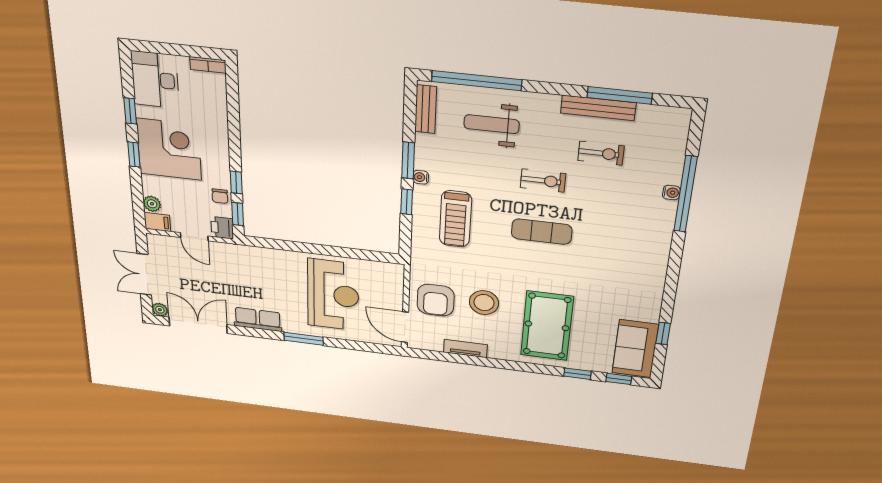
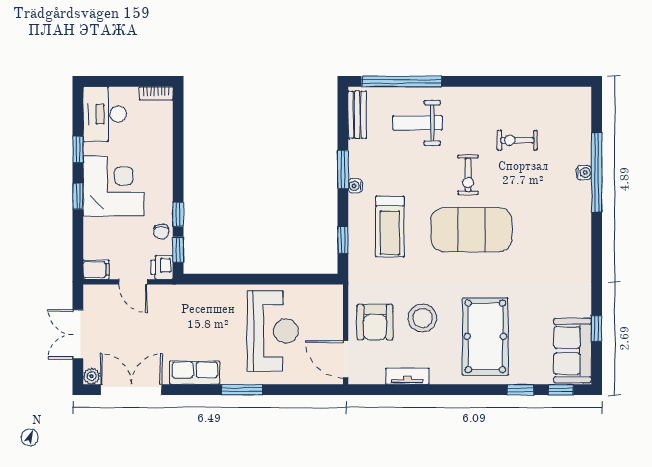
window: (620, 95) -> (527, 81), removed
bench: (598, 108) -> (510, 96), removed
exercise bike: (601, 153) -> (517, 140), turned 180
exercise bike: (543, 181) -> (468, 175), turned 90
window: (407, 202) -> (343, 240), moved
plant: (152, 204) -> (92, 249), removed
exercise mat: (542, 232) -> (471, 230), width x2.00, depth x1.45

